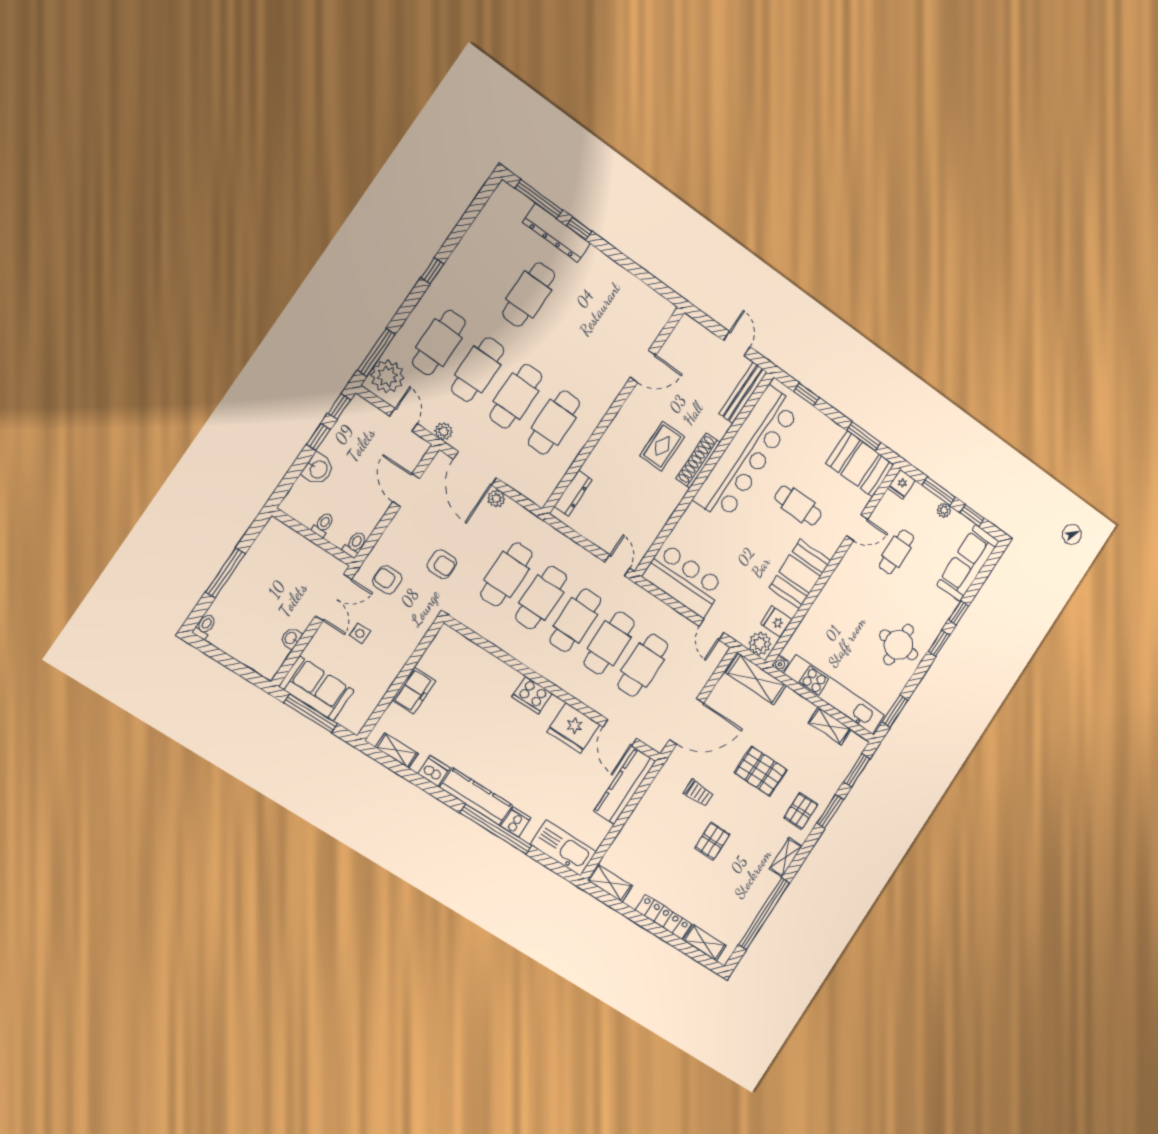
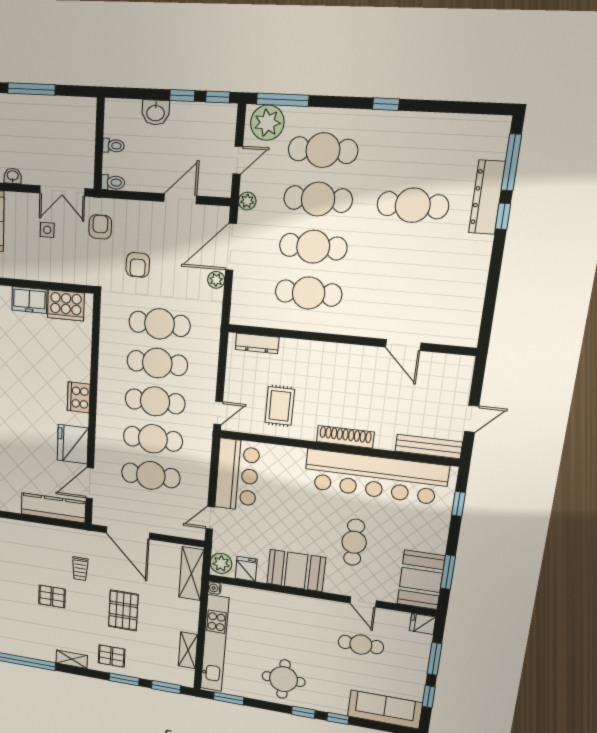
rug: (662, 446) -> (280, 406), moved, turned 90
plant: (944, 510) -> (420, 670), removed
cooker: (439, 656) -> (66, 305), added

